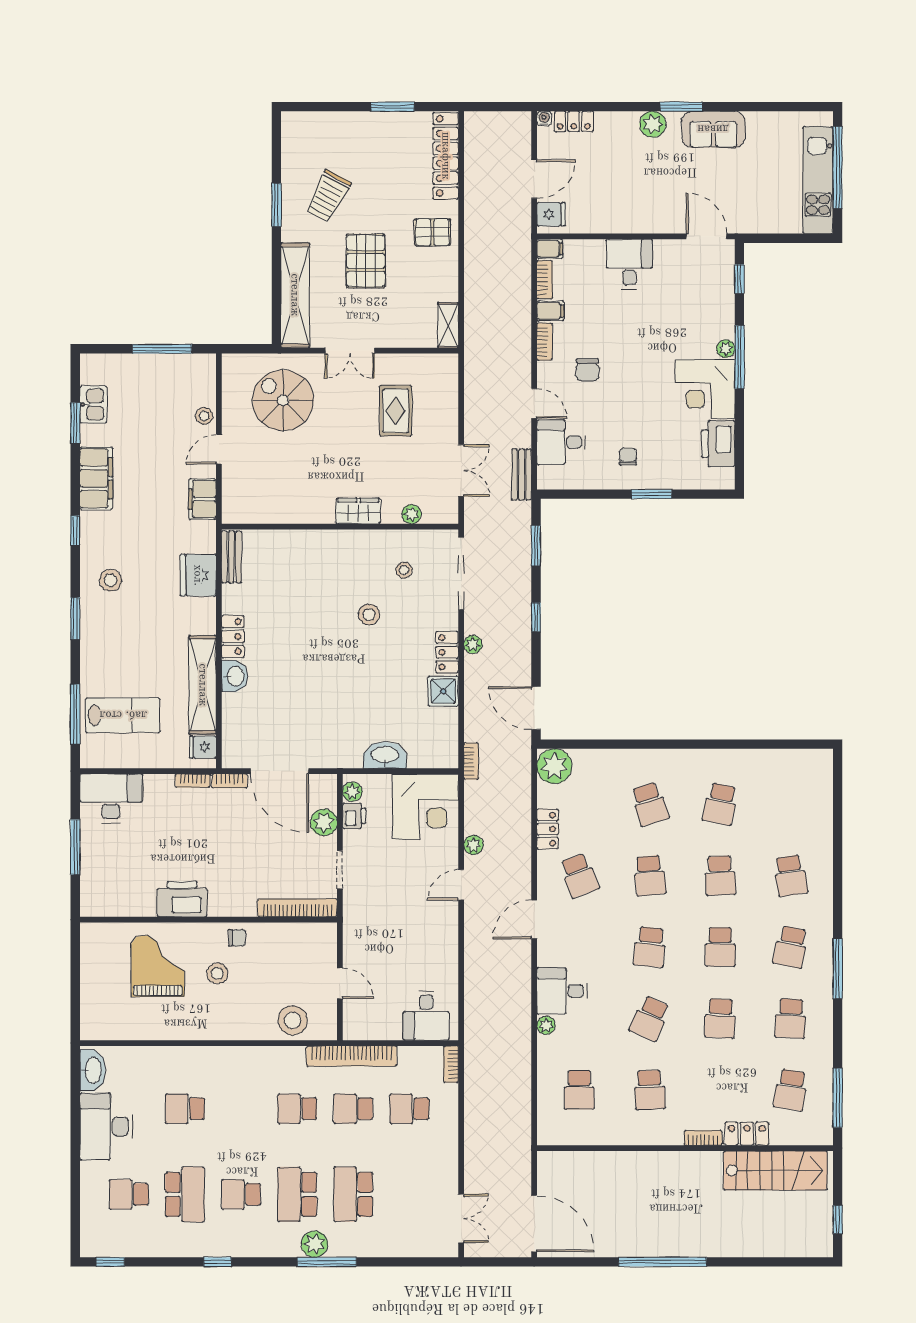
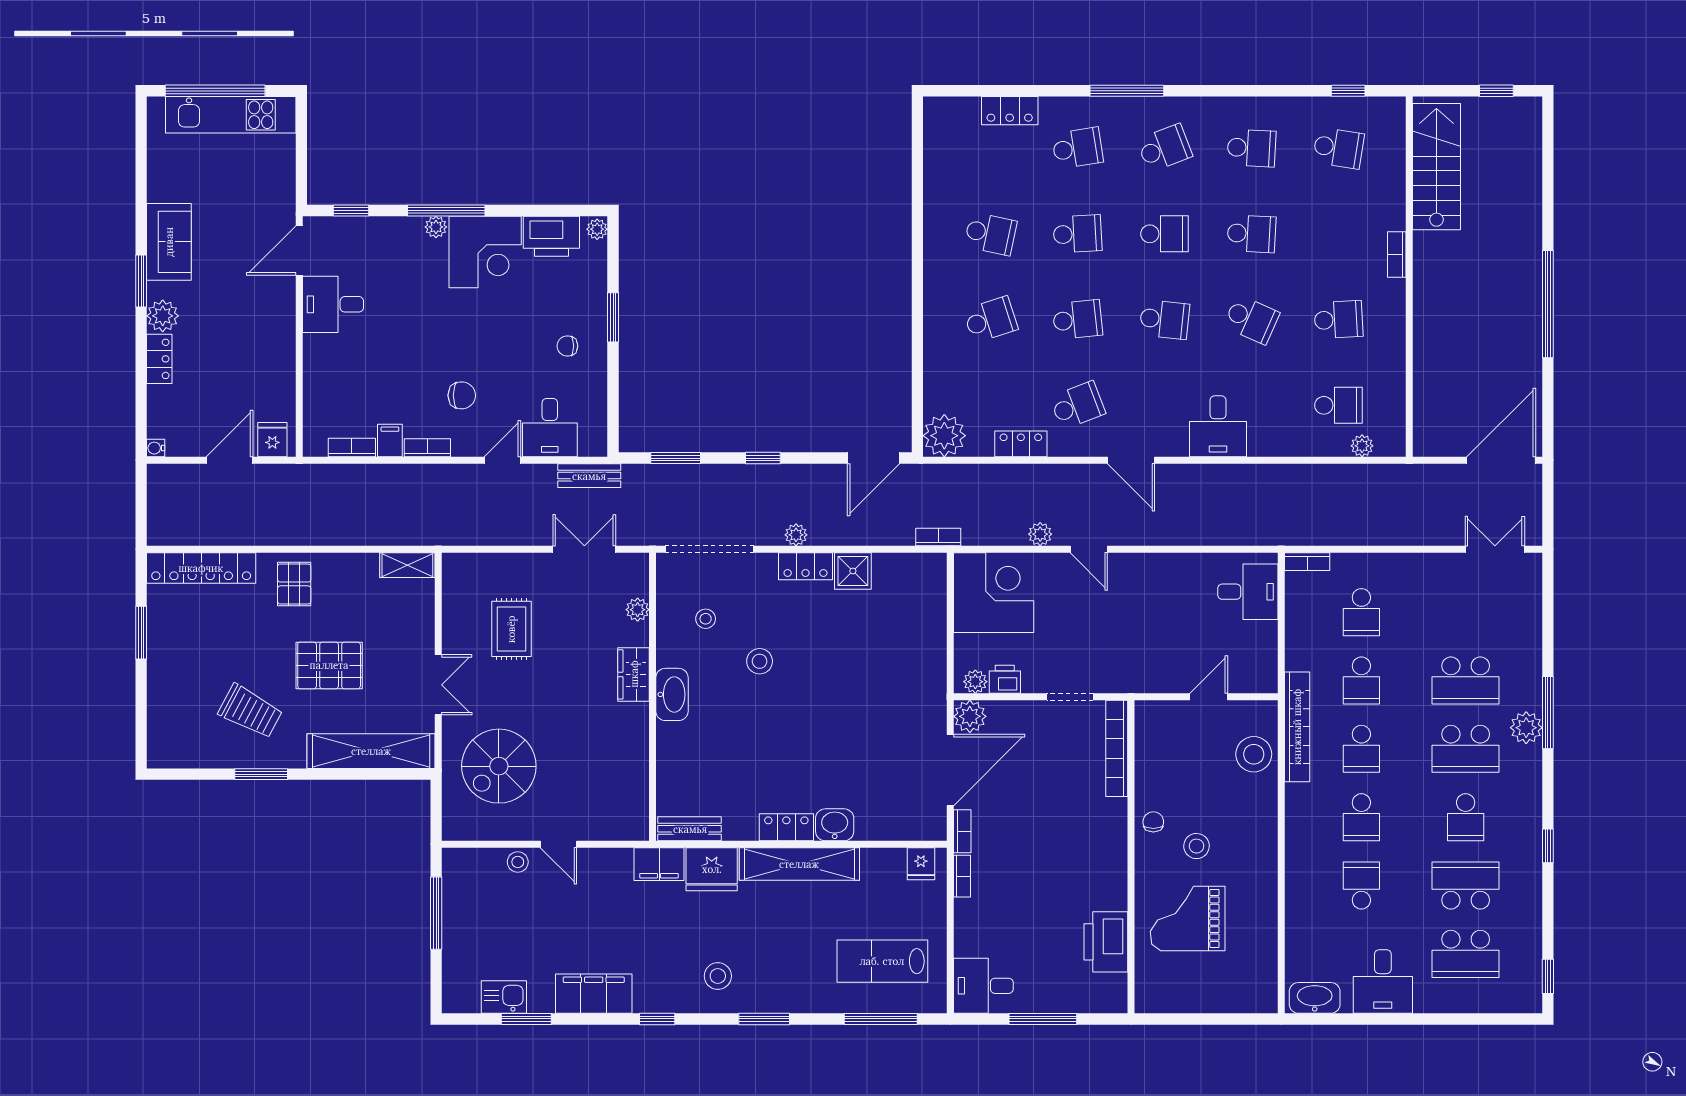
locker: (574, 121) -> (159, 359), moved
door: (534, 179) -> (230, 460), hinge flipped
filing cabinet: (550, 249) -> (314, 441), removed
desk: (629, 264) -> (333, 304), moved
rug: (396, 411) -> (511, 629), turned 90
plant: (724, 481) -> (597, 229), added
filing cabinet: (202, 499) -> (659, 864), moved
shelving: (203, 685) -> (799, 864), moved
lab bench: (123, 715) -> (882, 961), turned -90
washbasin: (385, 755) -> (672, 694), moved, turned 180
desk: (111, 798) -> (983, 986), width x0.73
plant: (324, 822) -> (970, 716), moved
printer: (182, 899) -> (1106, 942), moved
school desk: (791, 947) -> (1164, 148), turned -33
window: (838, 968) -> (1127, 91), moved
plant: (546, 1025) -> (1362, 446), moved
bookcase: (352, 1056) -> (1297, 727), moved
window: (838, 1098) -> (1348, 91), width x0.46
school desk: (185, 1109) -> (1361, 886), turned 180
school desk: (241, 1109) -> (1361, 817), added
desk: (106, 1126) -> (1383, 981), width x0.73
locker: (747, 1134) -> (1010, 111), moved, turned -90
school desk: (129, 1194) -> (1466, 954), width x1.85

